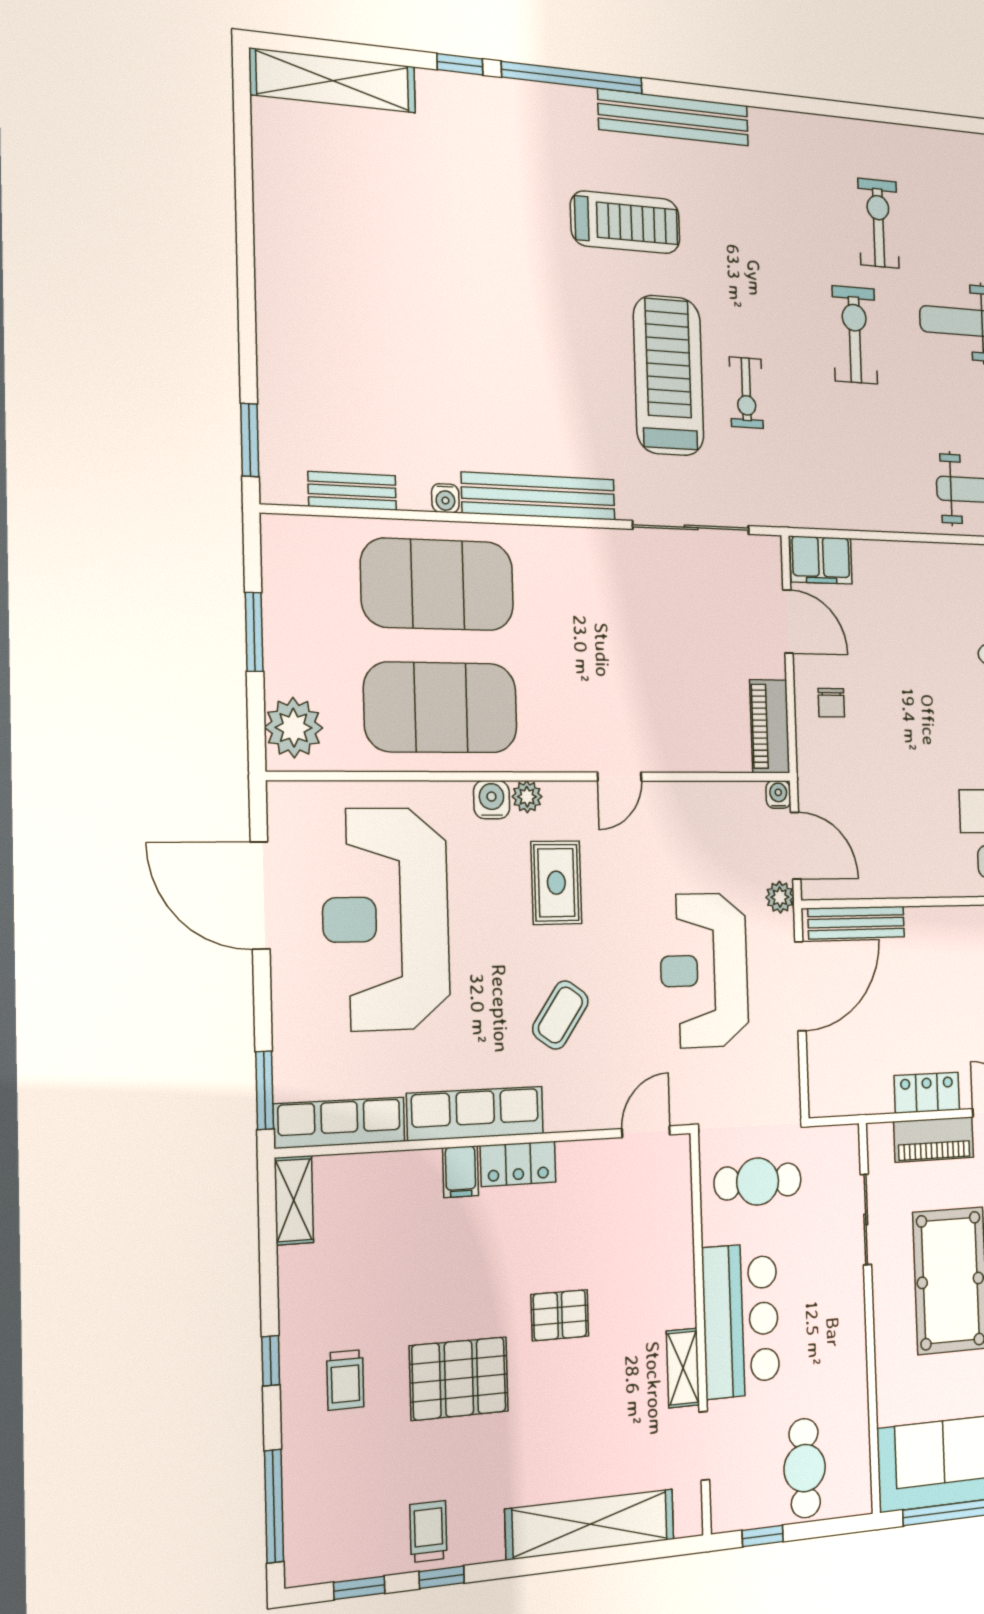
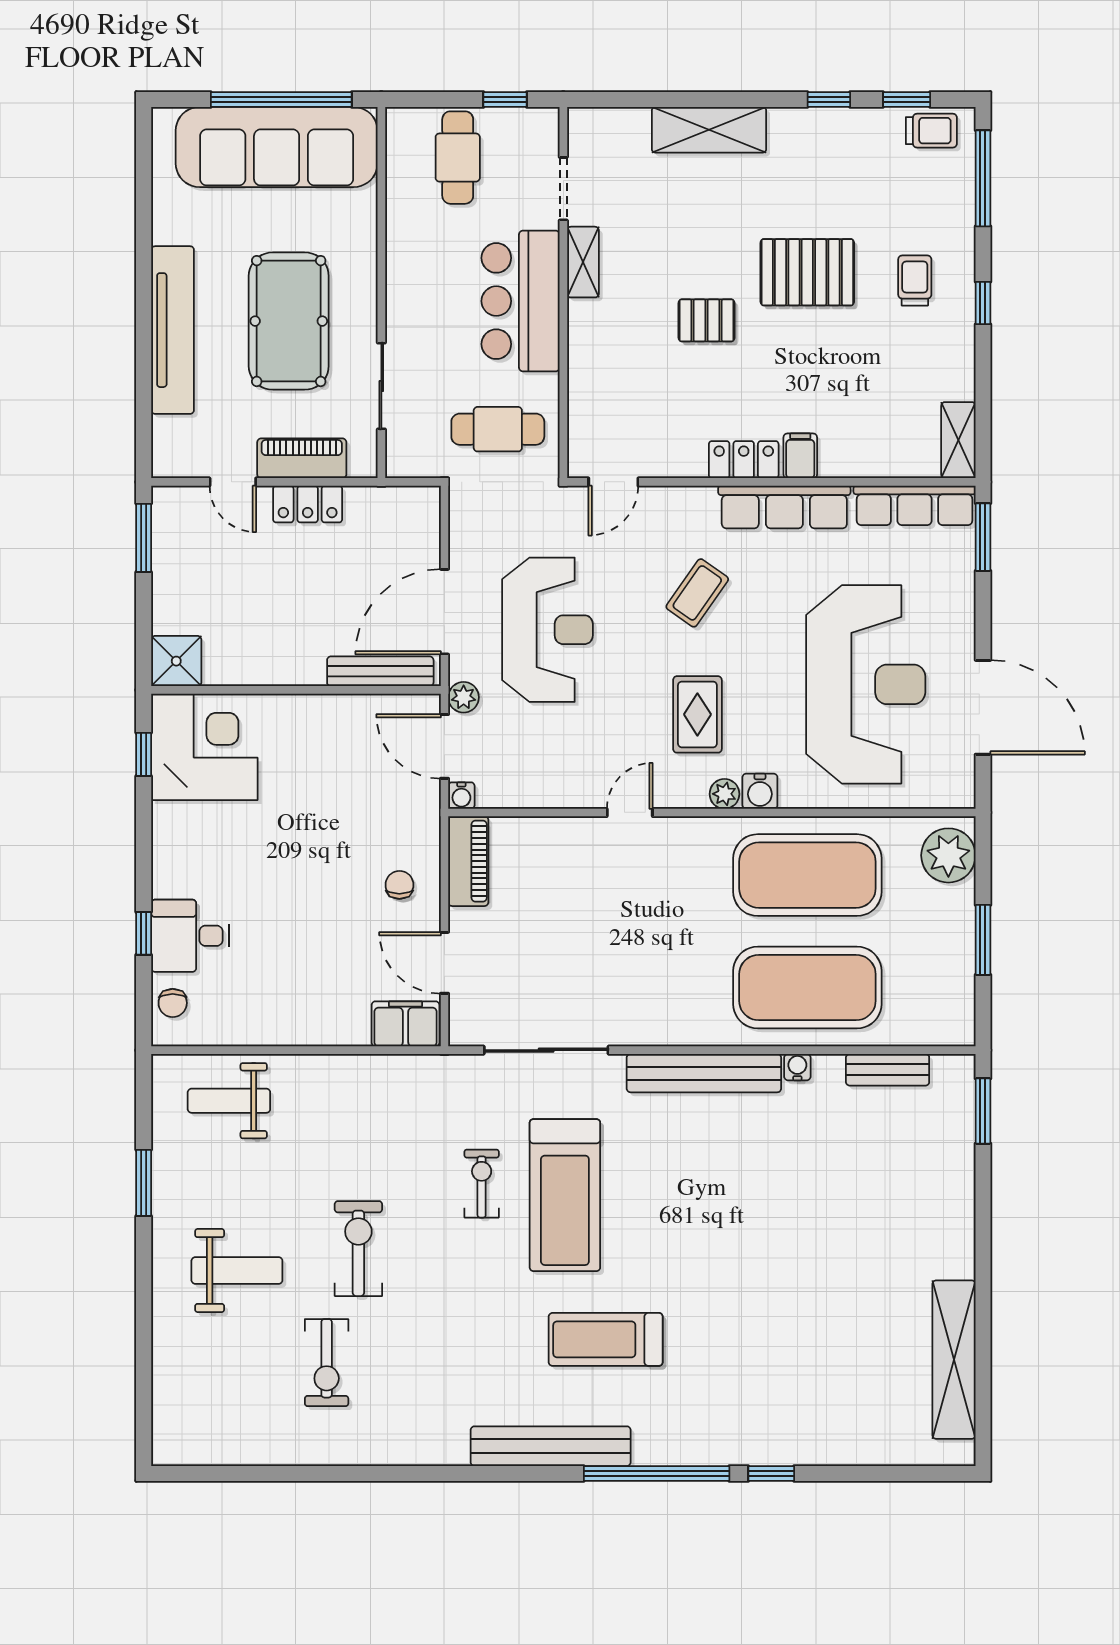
shelving: (333, 81) -> (954, 1360), moved, turned 90
exercise bike: (855, 335) -> (358, 1249), turned 180
shelving: (590, 1524) -> (709, 130), width x0.68
trolley: (428, 1531) -> (931, 131), moved, turned -90

